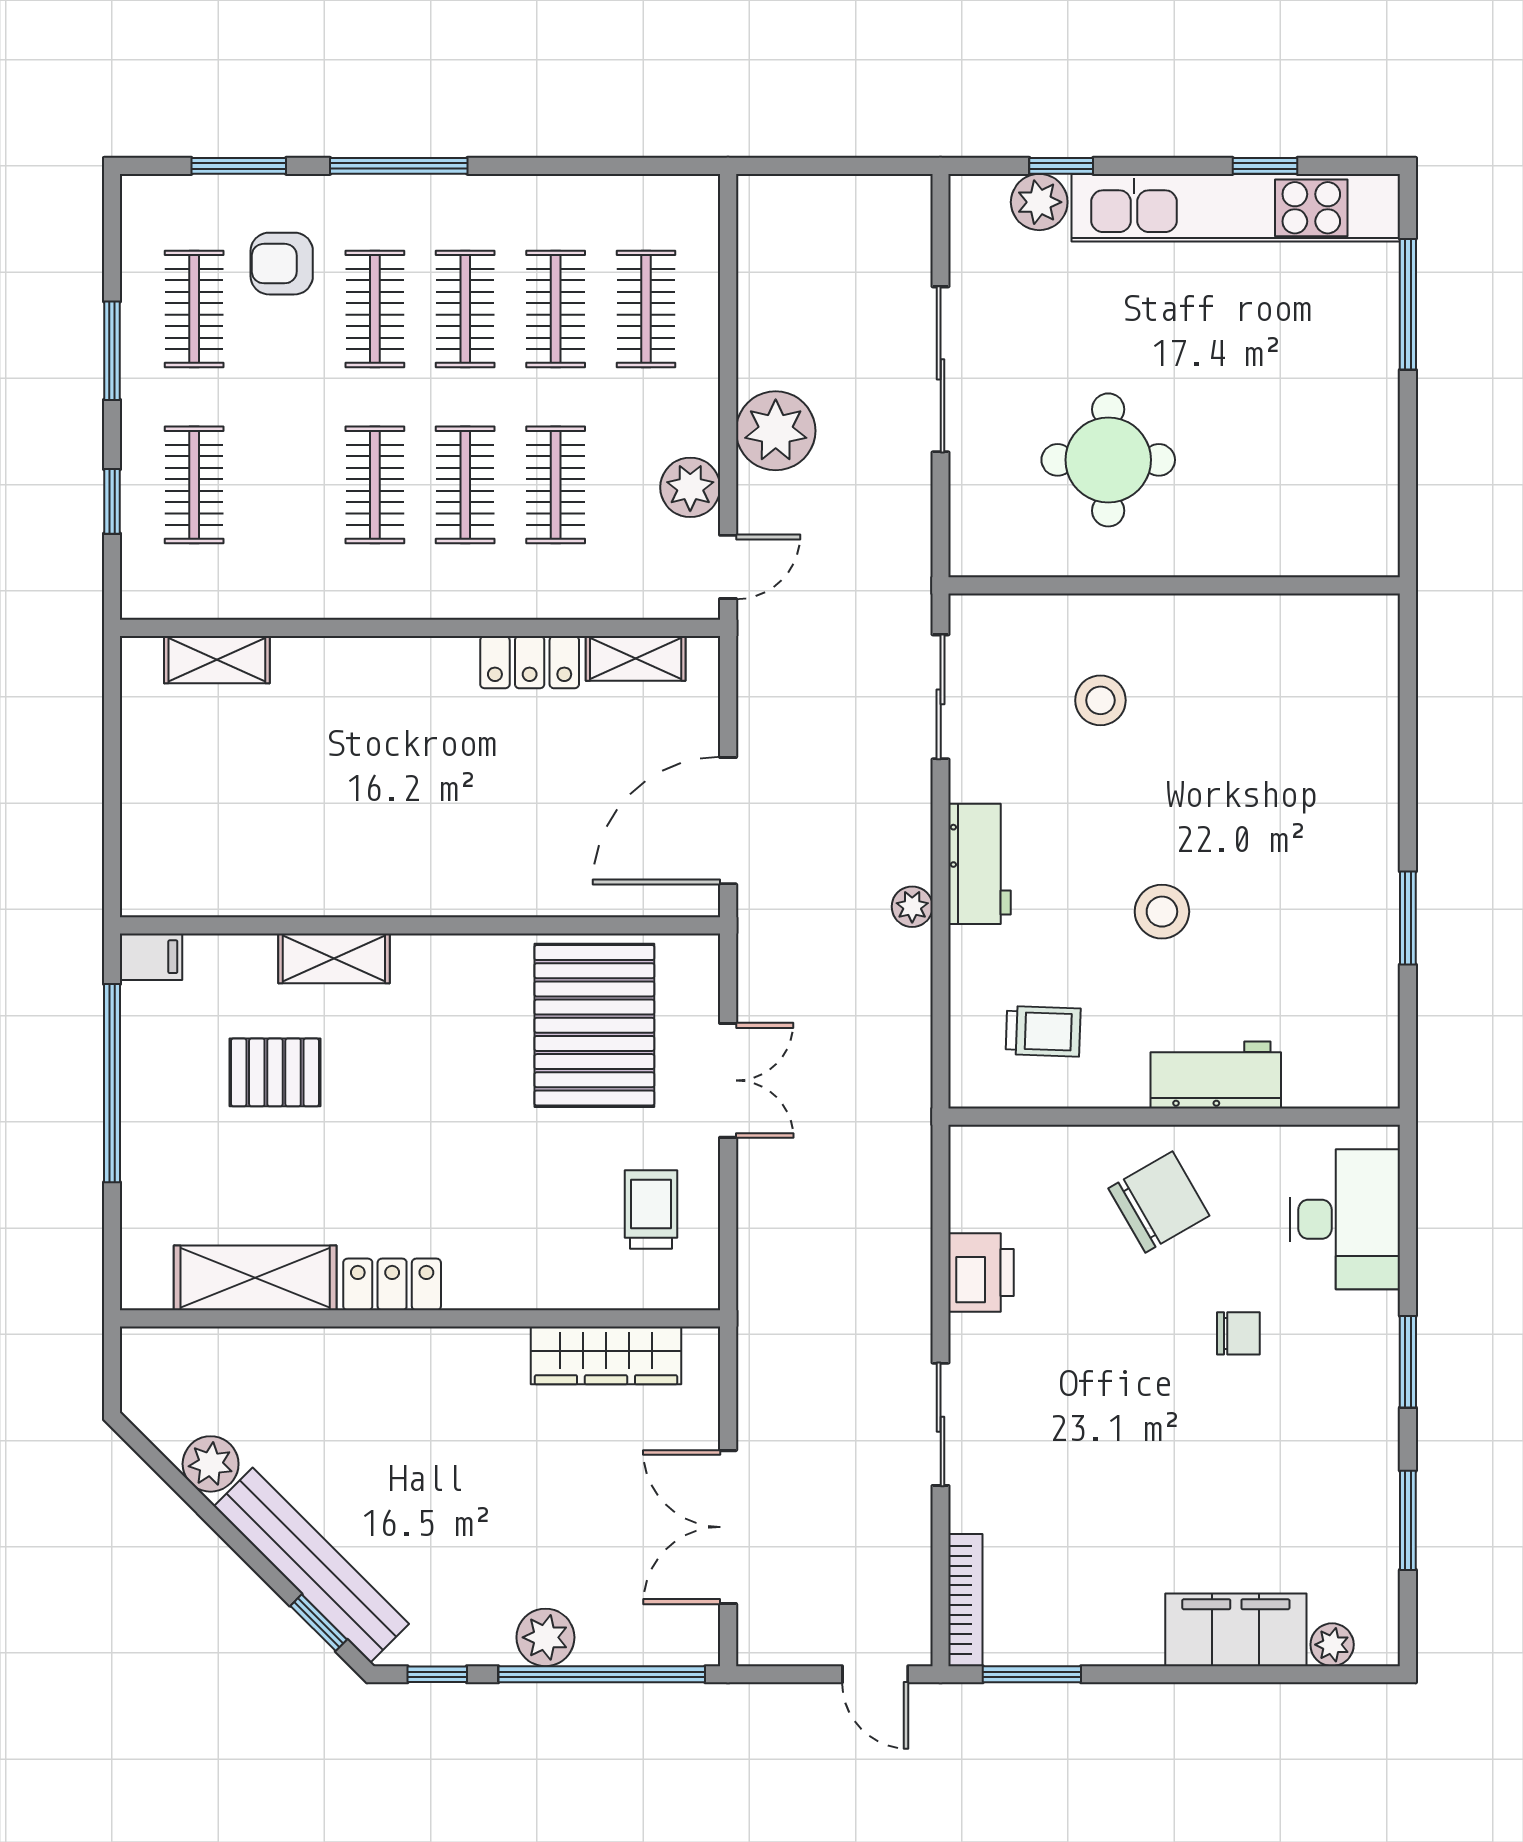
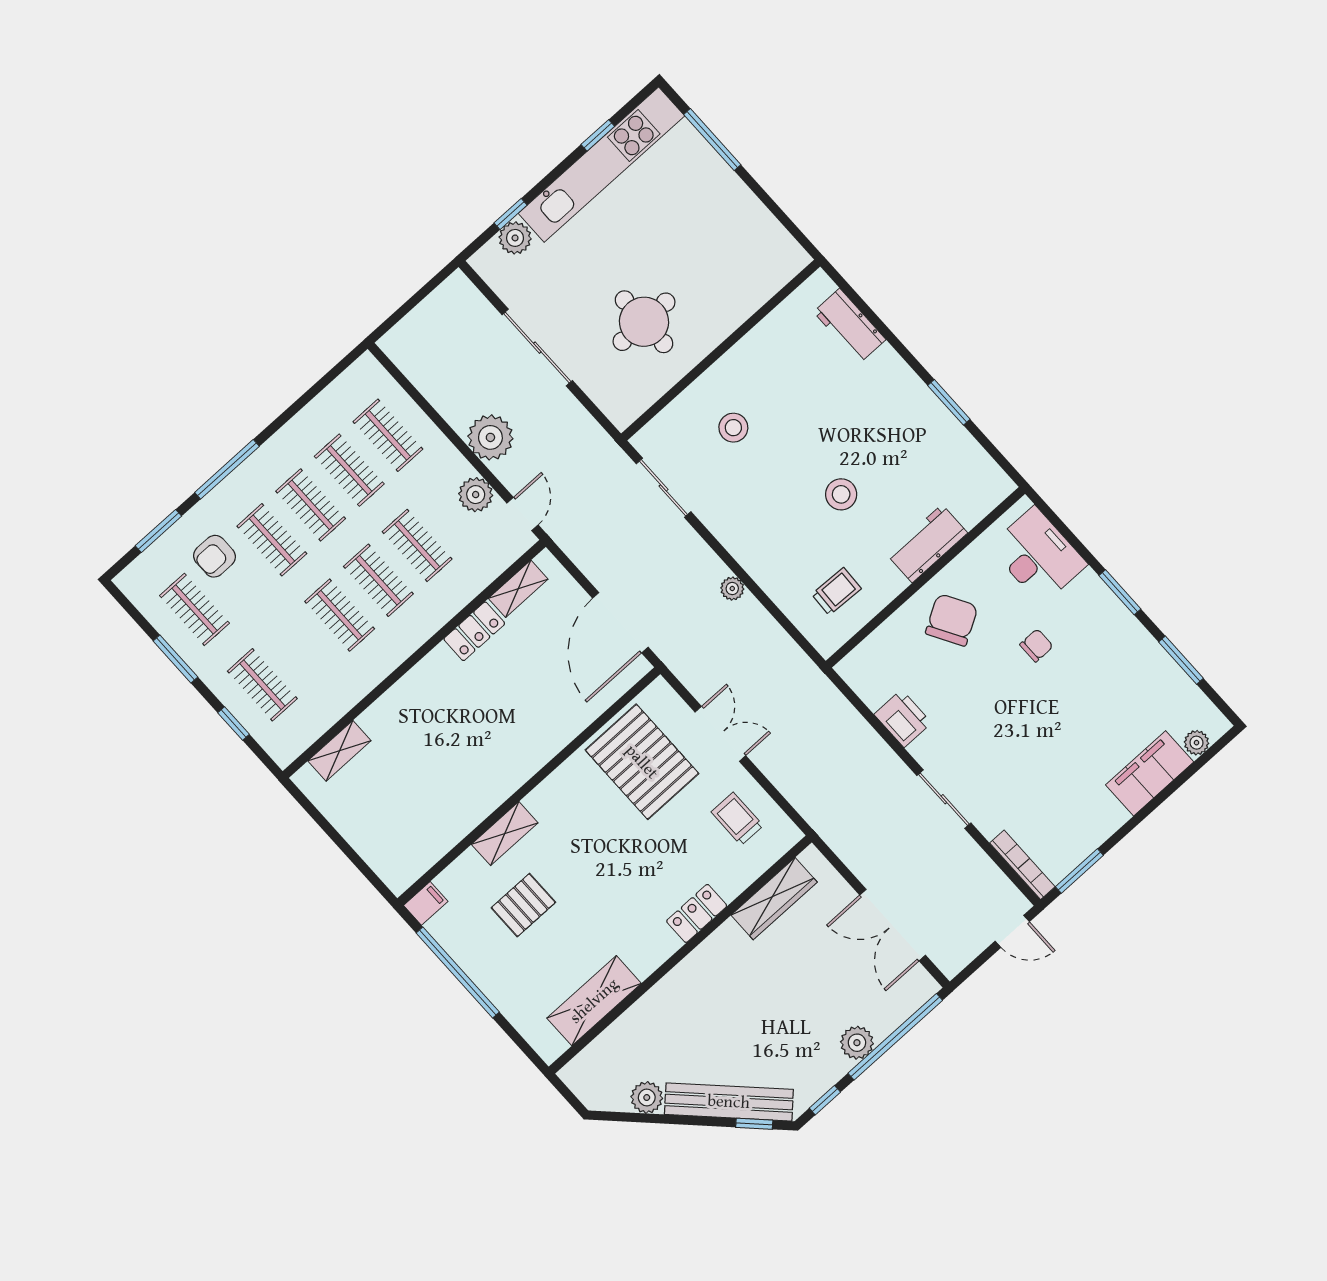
workbench: (980, 864) -> (850, 326), moved, turned 180
locker: (392, 1284) -> (697, 913), moved

